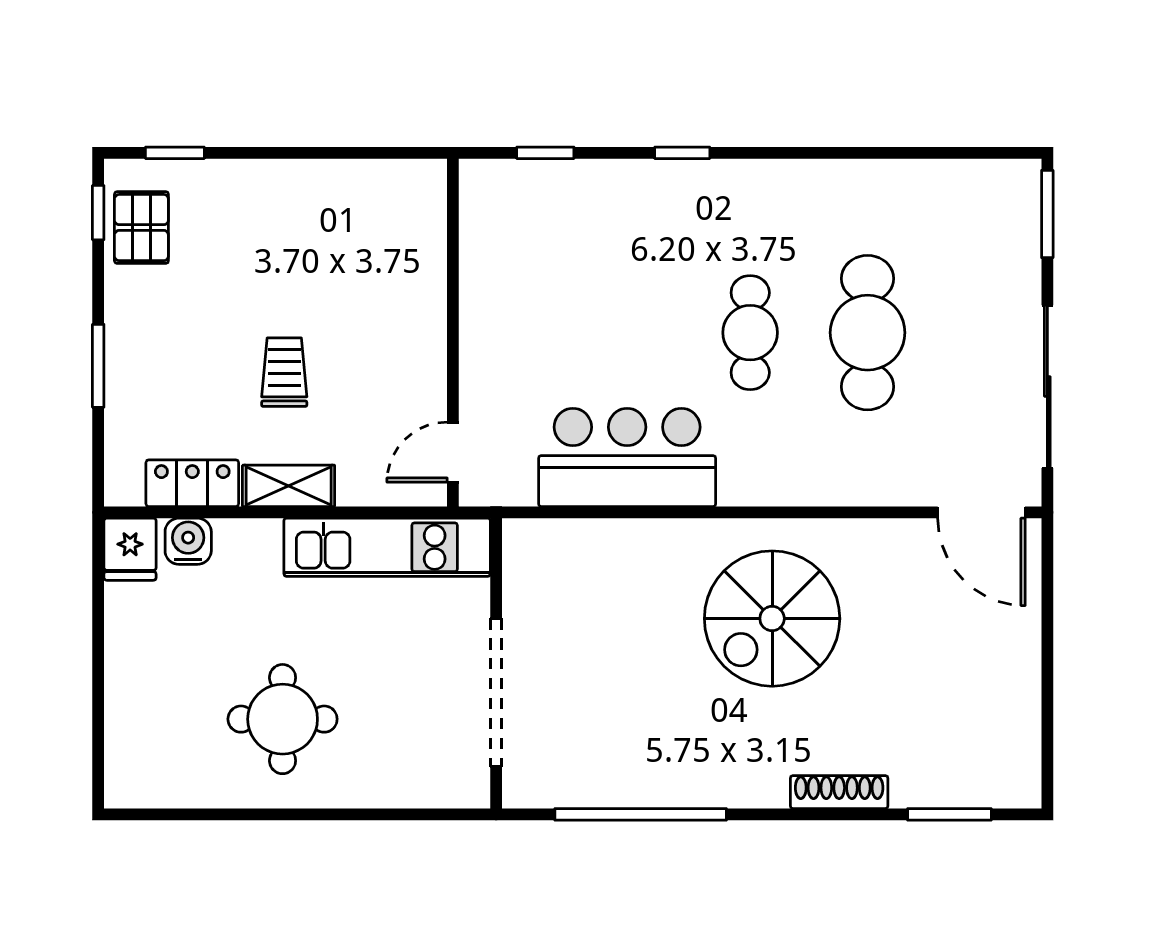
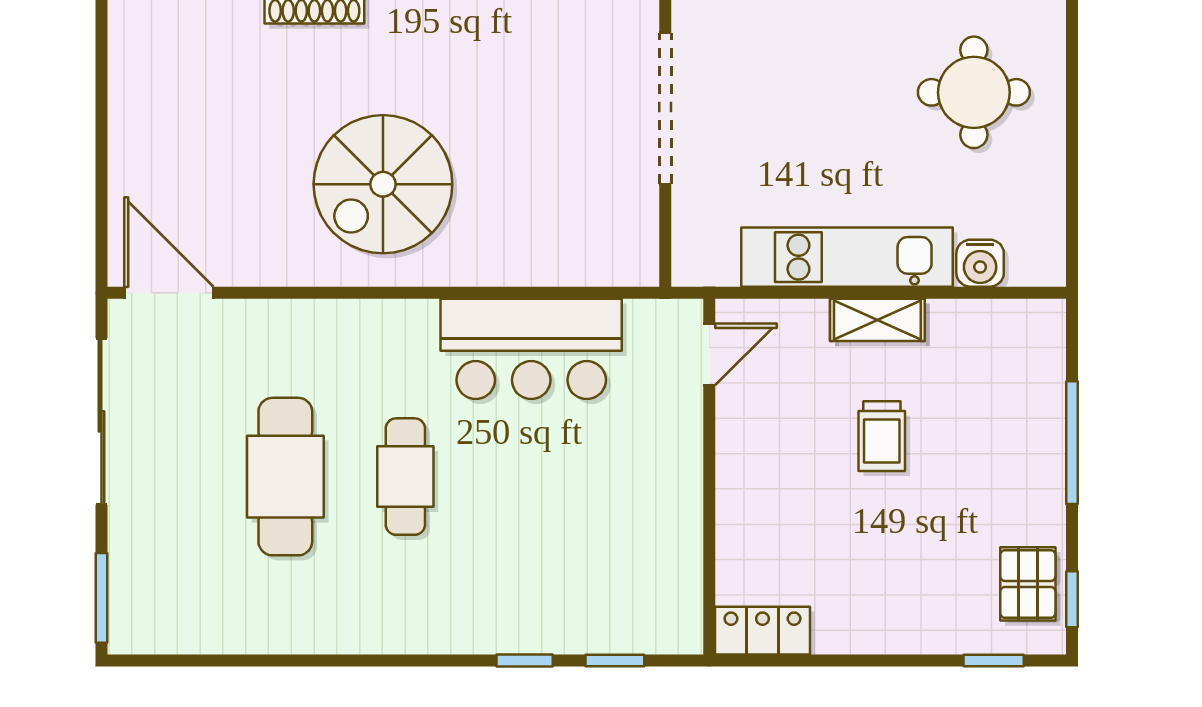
window: (682, 153) -> (525, 660), moved
window: (98, 366) -> (1072, 443), width x1.44
locker: (192, 483) -> (763, 631), moved, turned 180
kitchen unit: (387, 547) -> (847, 257), moved
fridge: (130, 549) -> (1040, 255), removed
spiral stairs: (772, 619) -> (383, 184), turned 180
round table: (283, 719) -> (974, 92), moved

